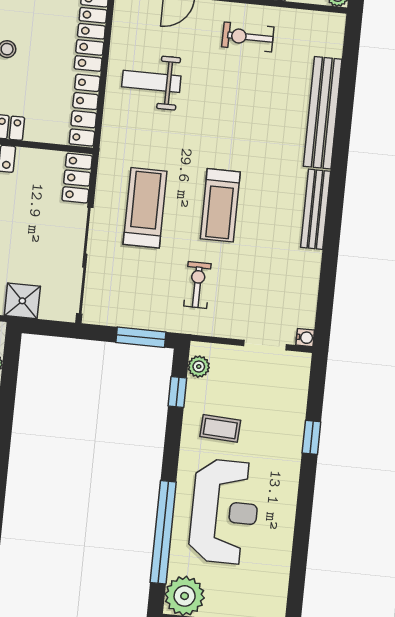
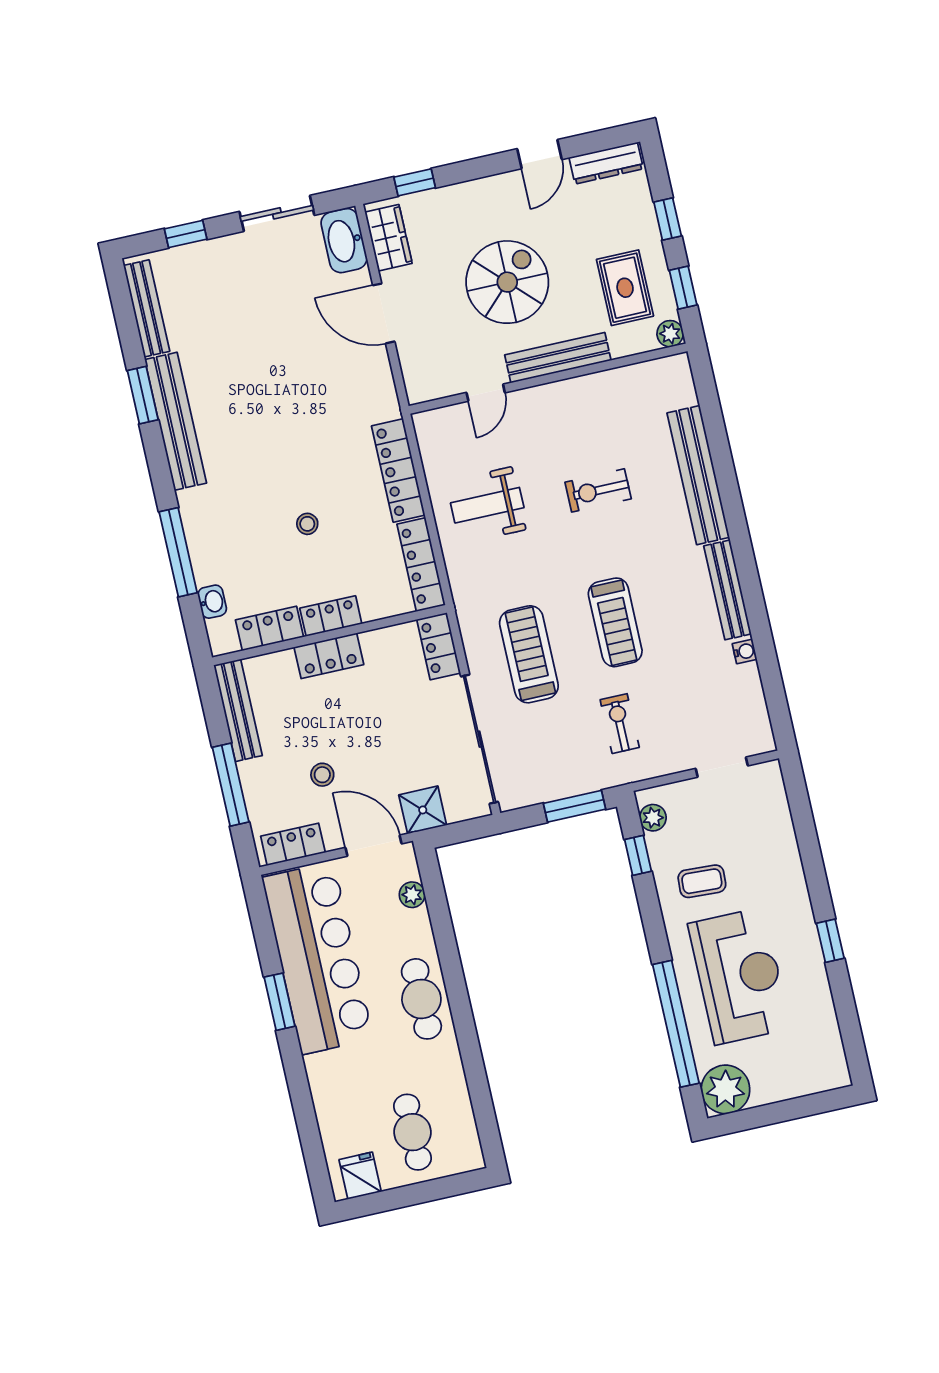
exercise bike: (248, 37) -> (598, 490), moved
water cooler: (305, 338) -> (745, 651), moved
window: (311, 437) -> (830, 941), moved

